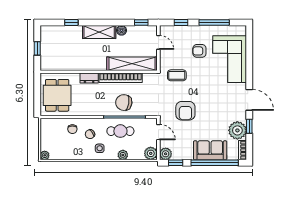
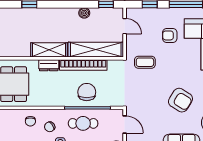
shelving: (99, 32) -> (49, 50), moved
chair: (124, 103) -> (87, 92), turned 81
armchair: (185, 111) -> (180, 100), moved, turned -58

